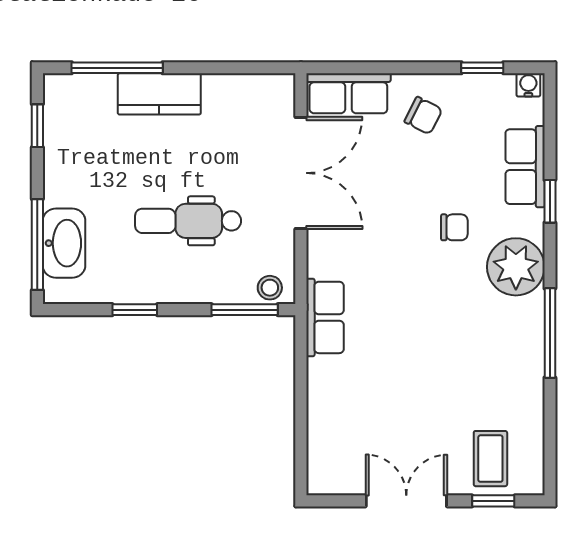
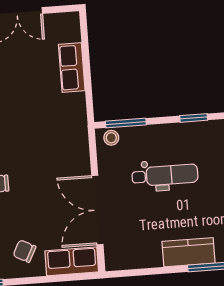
row of seats: (325, 317) -> (72, 68), moved

